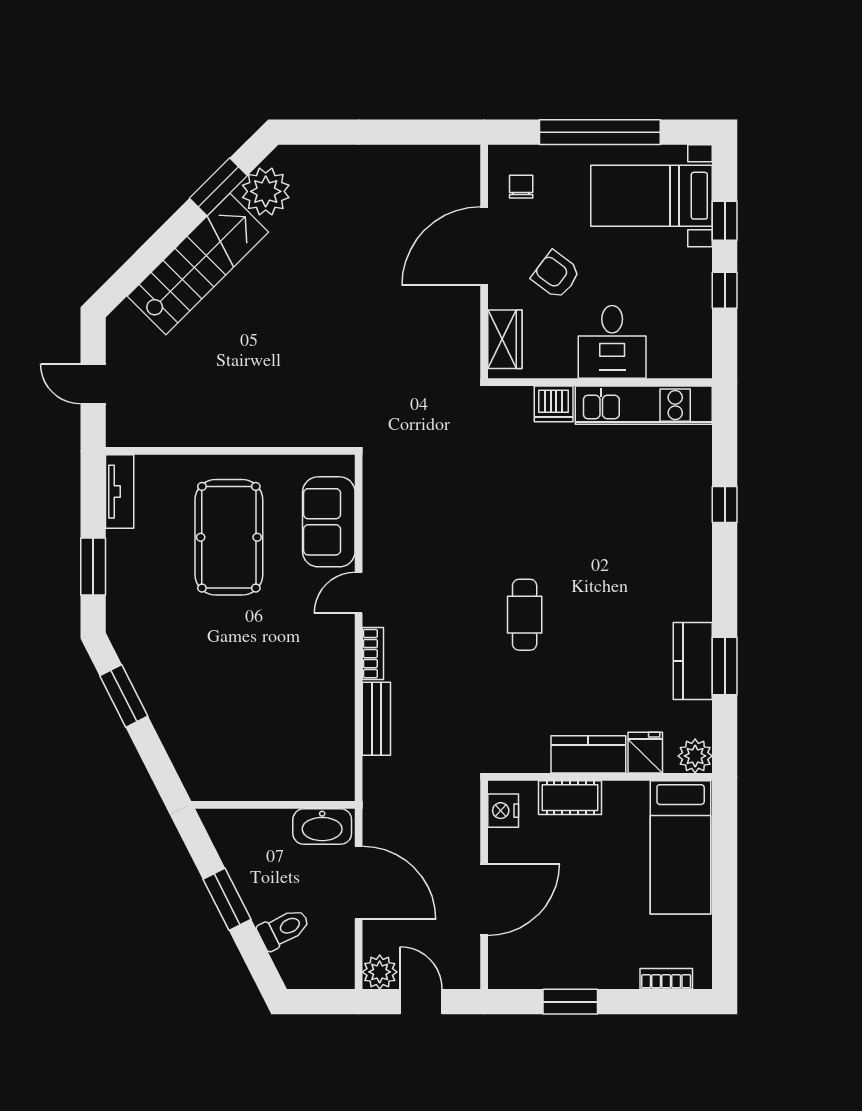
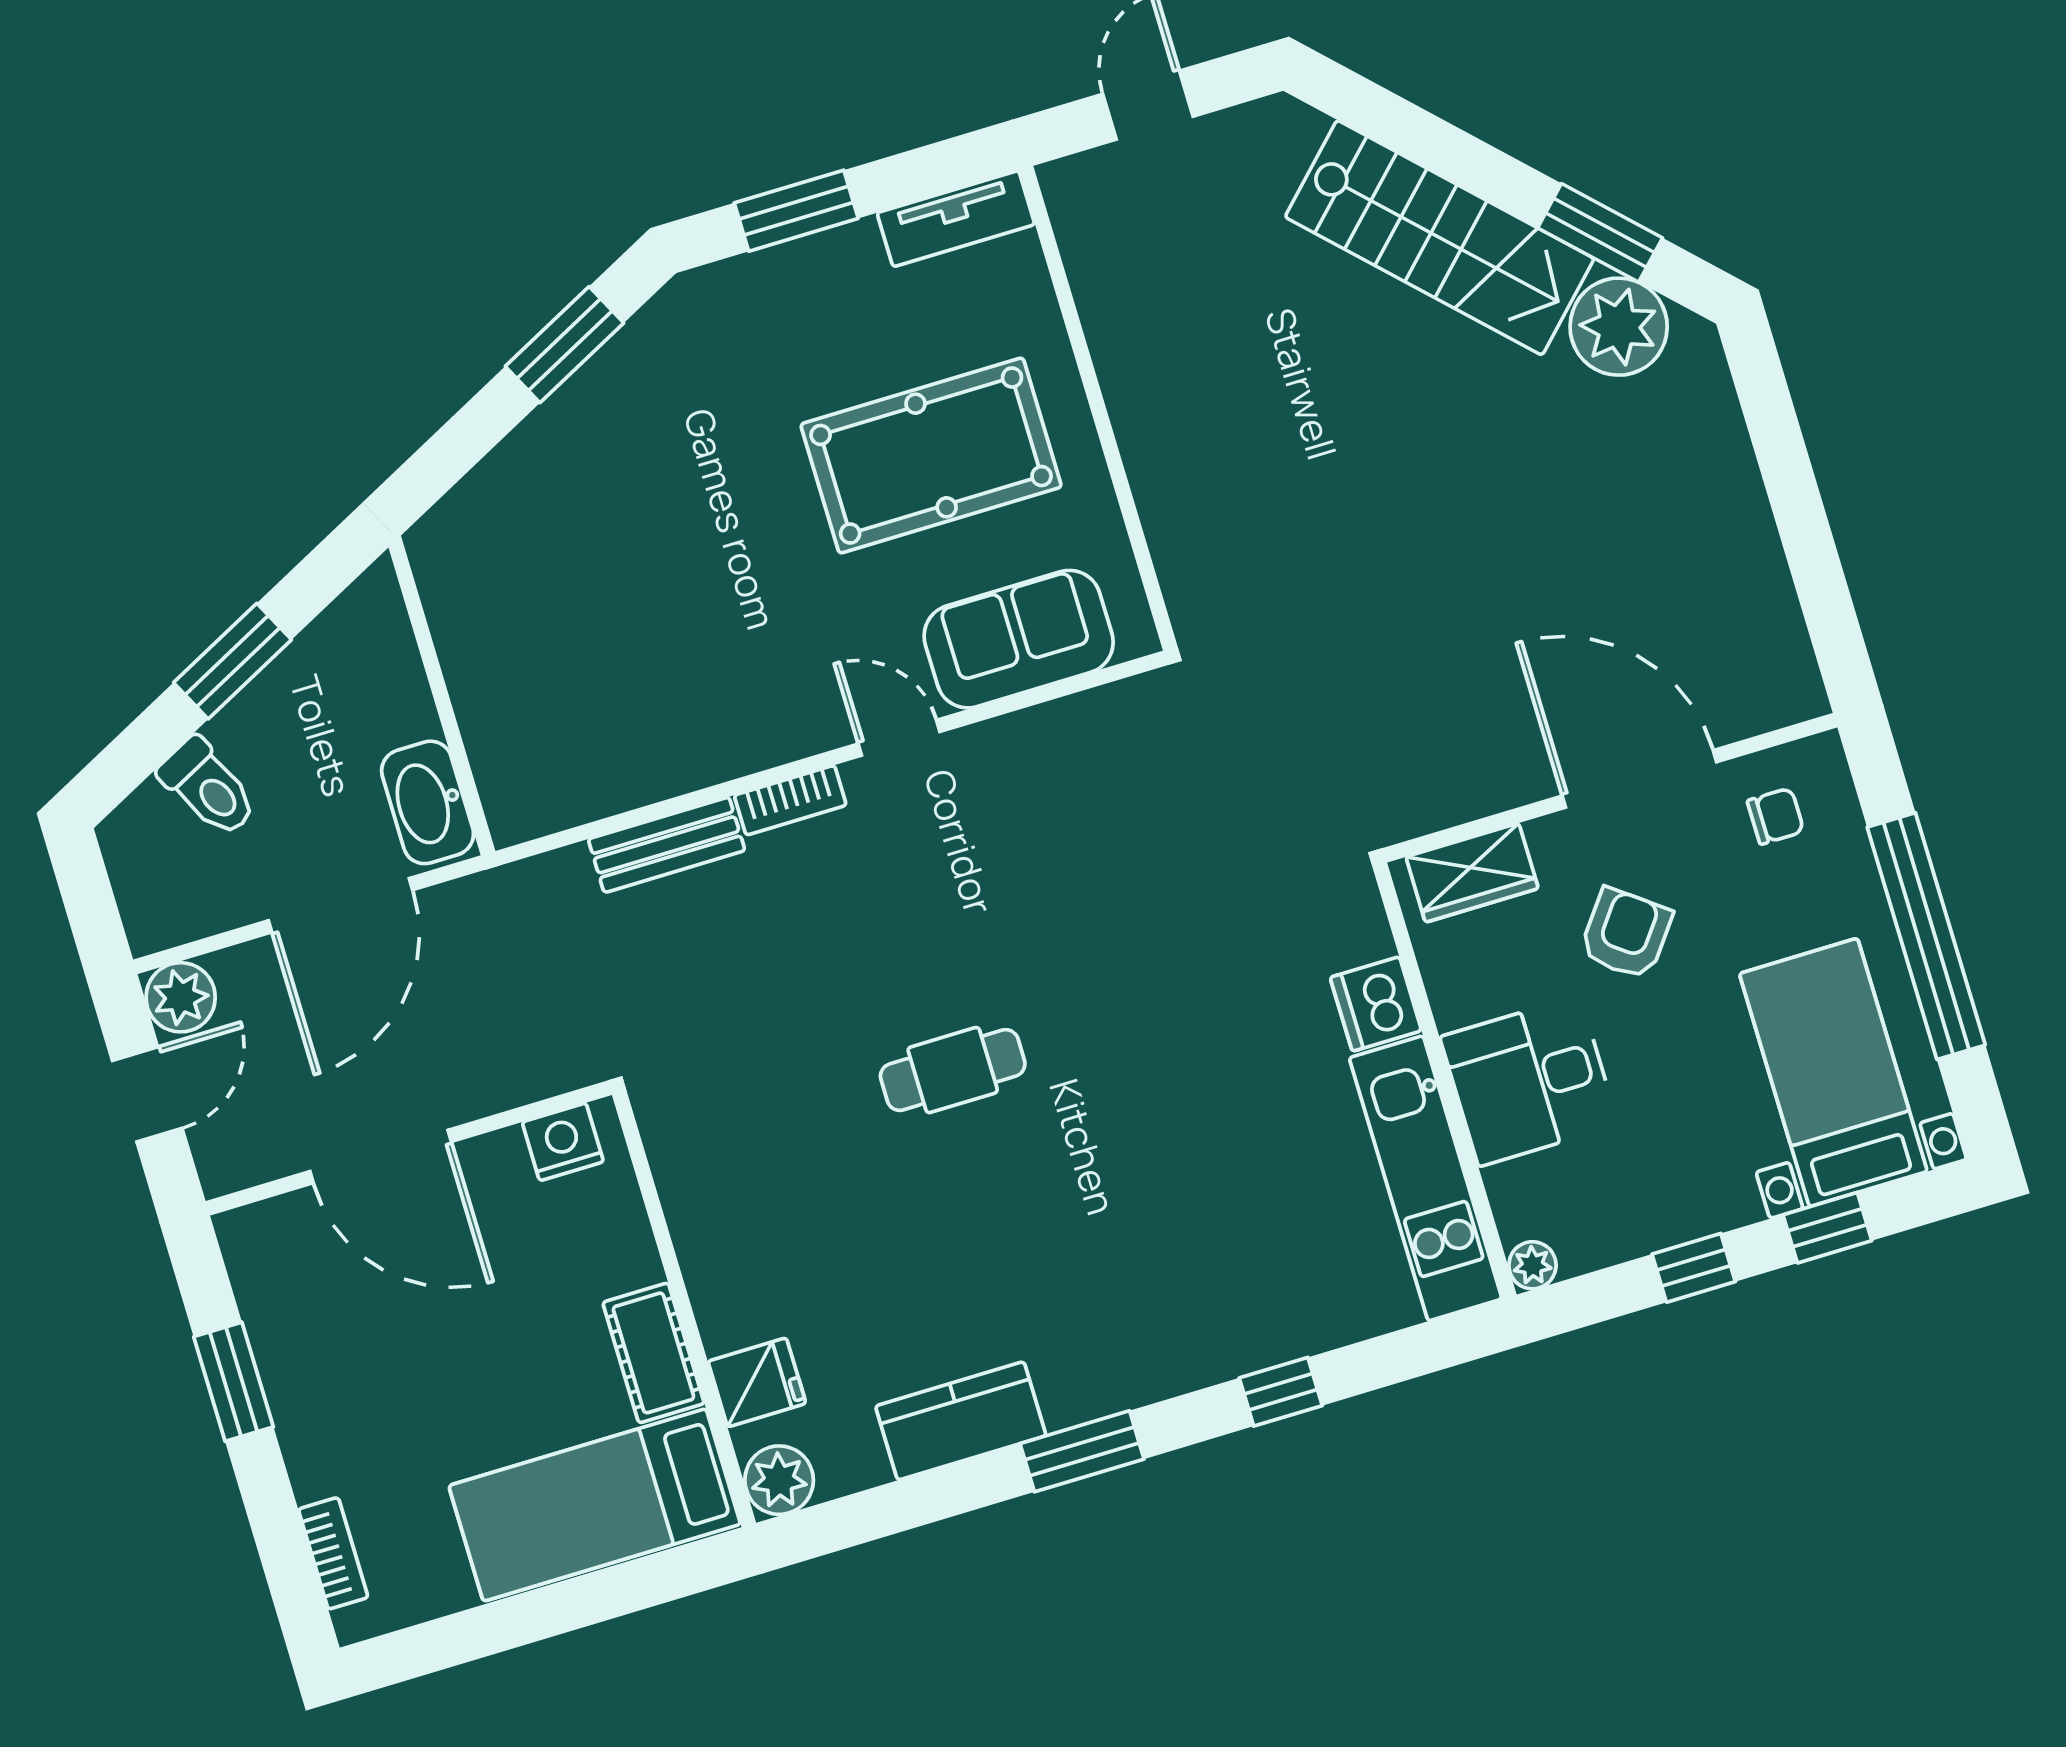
plant: (700, 367) -> (1532, 1265), added
window: (725, 666) -> (1082, 1451), moved
kitchen counter: (588, 754) -> (721, 1274), removed
cot: (570, 798) -> (653, 1353), moved

